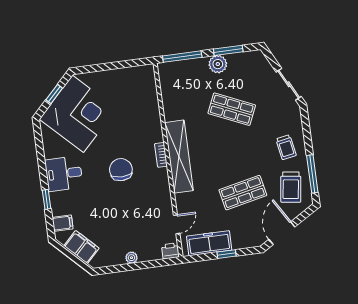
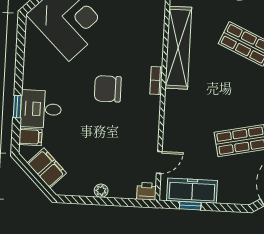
shelving: (179, 157) -> (178, 48), moved
chair: (121, 170) -> (108, 89), turned -90
desk: (64, 174) -> (41, 109), moved
window: (227, 254) -> (190, 206), moved

